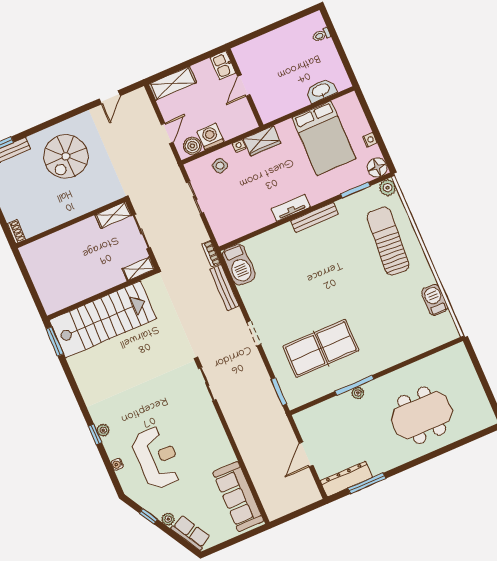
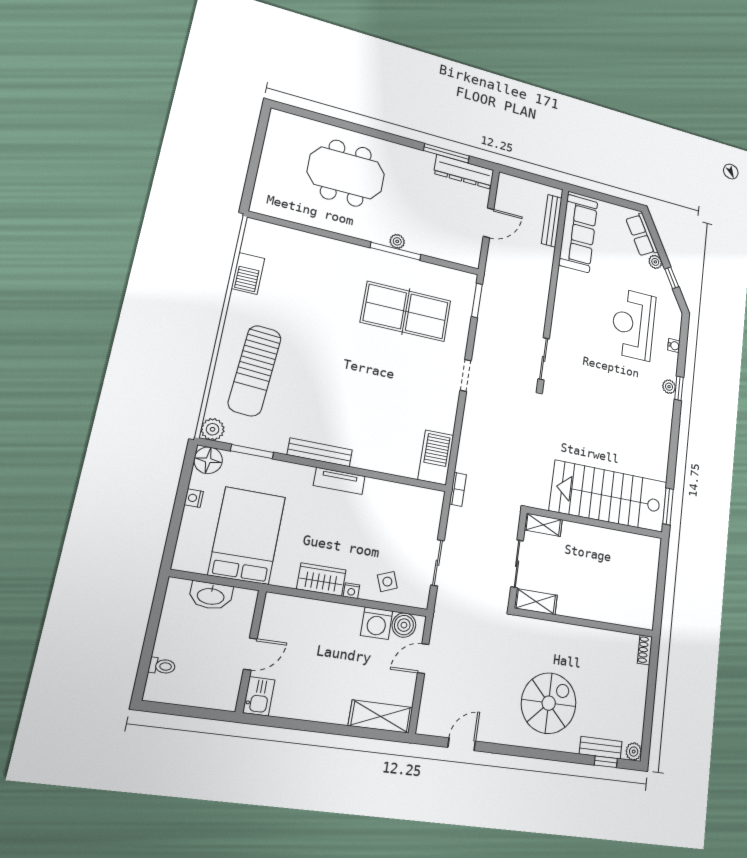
kitchen sink: (223, 65) -> (259, 696), moved
door: (244, 86) -> (250, 654), moved
wall: (245, 88) -> (251, 651), moved
bench: (224, 288) -> (552, 221), moved

